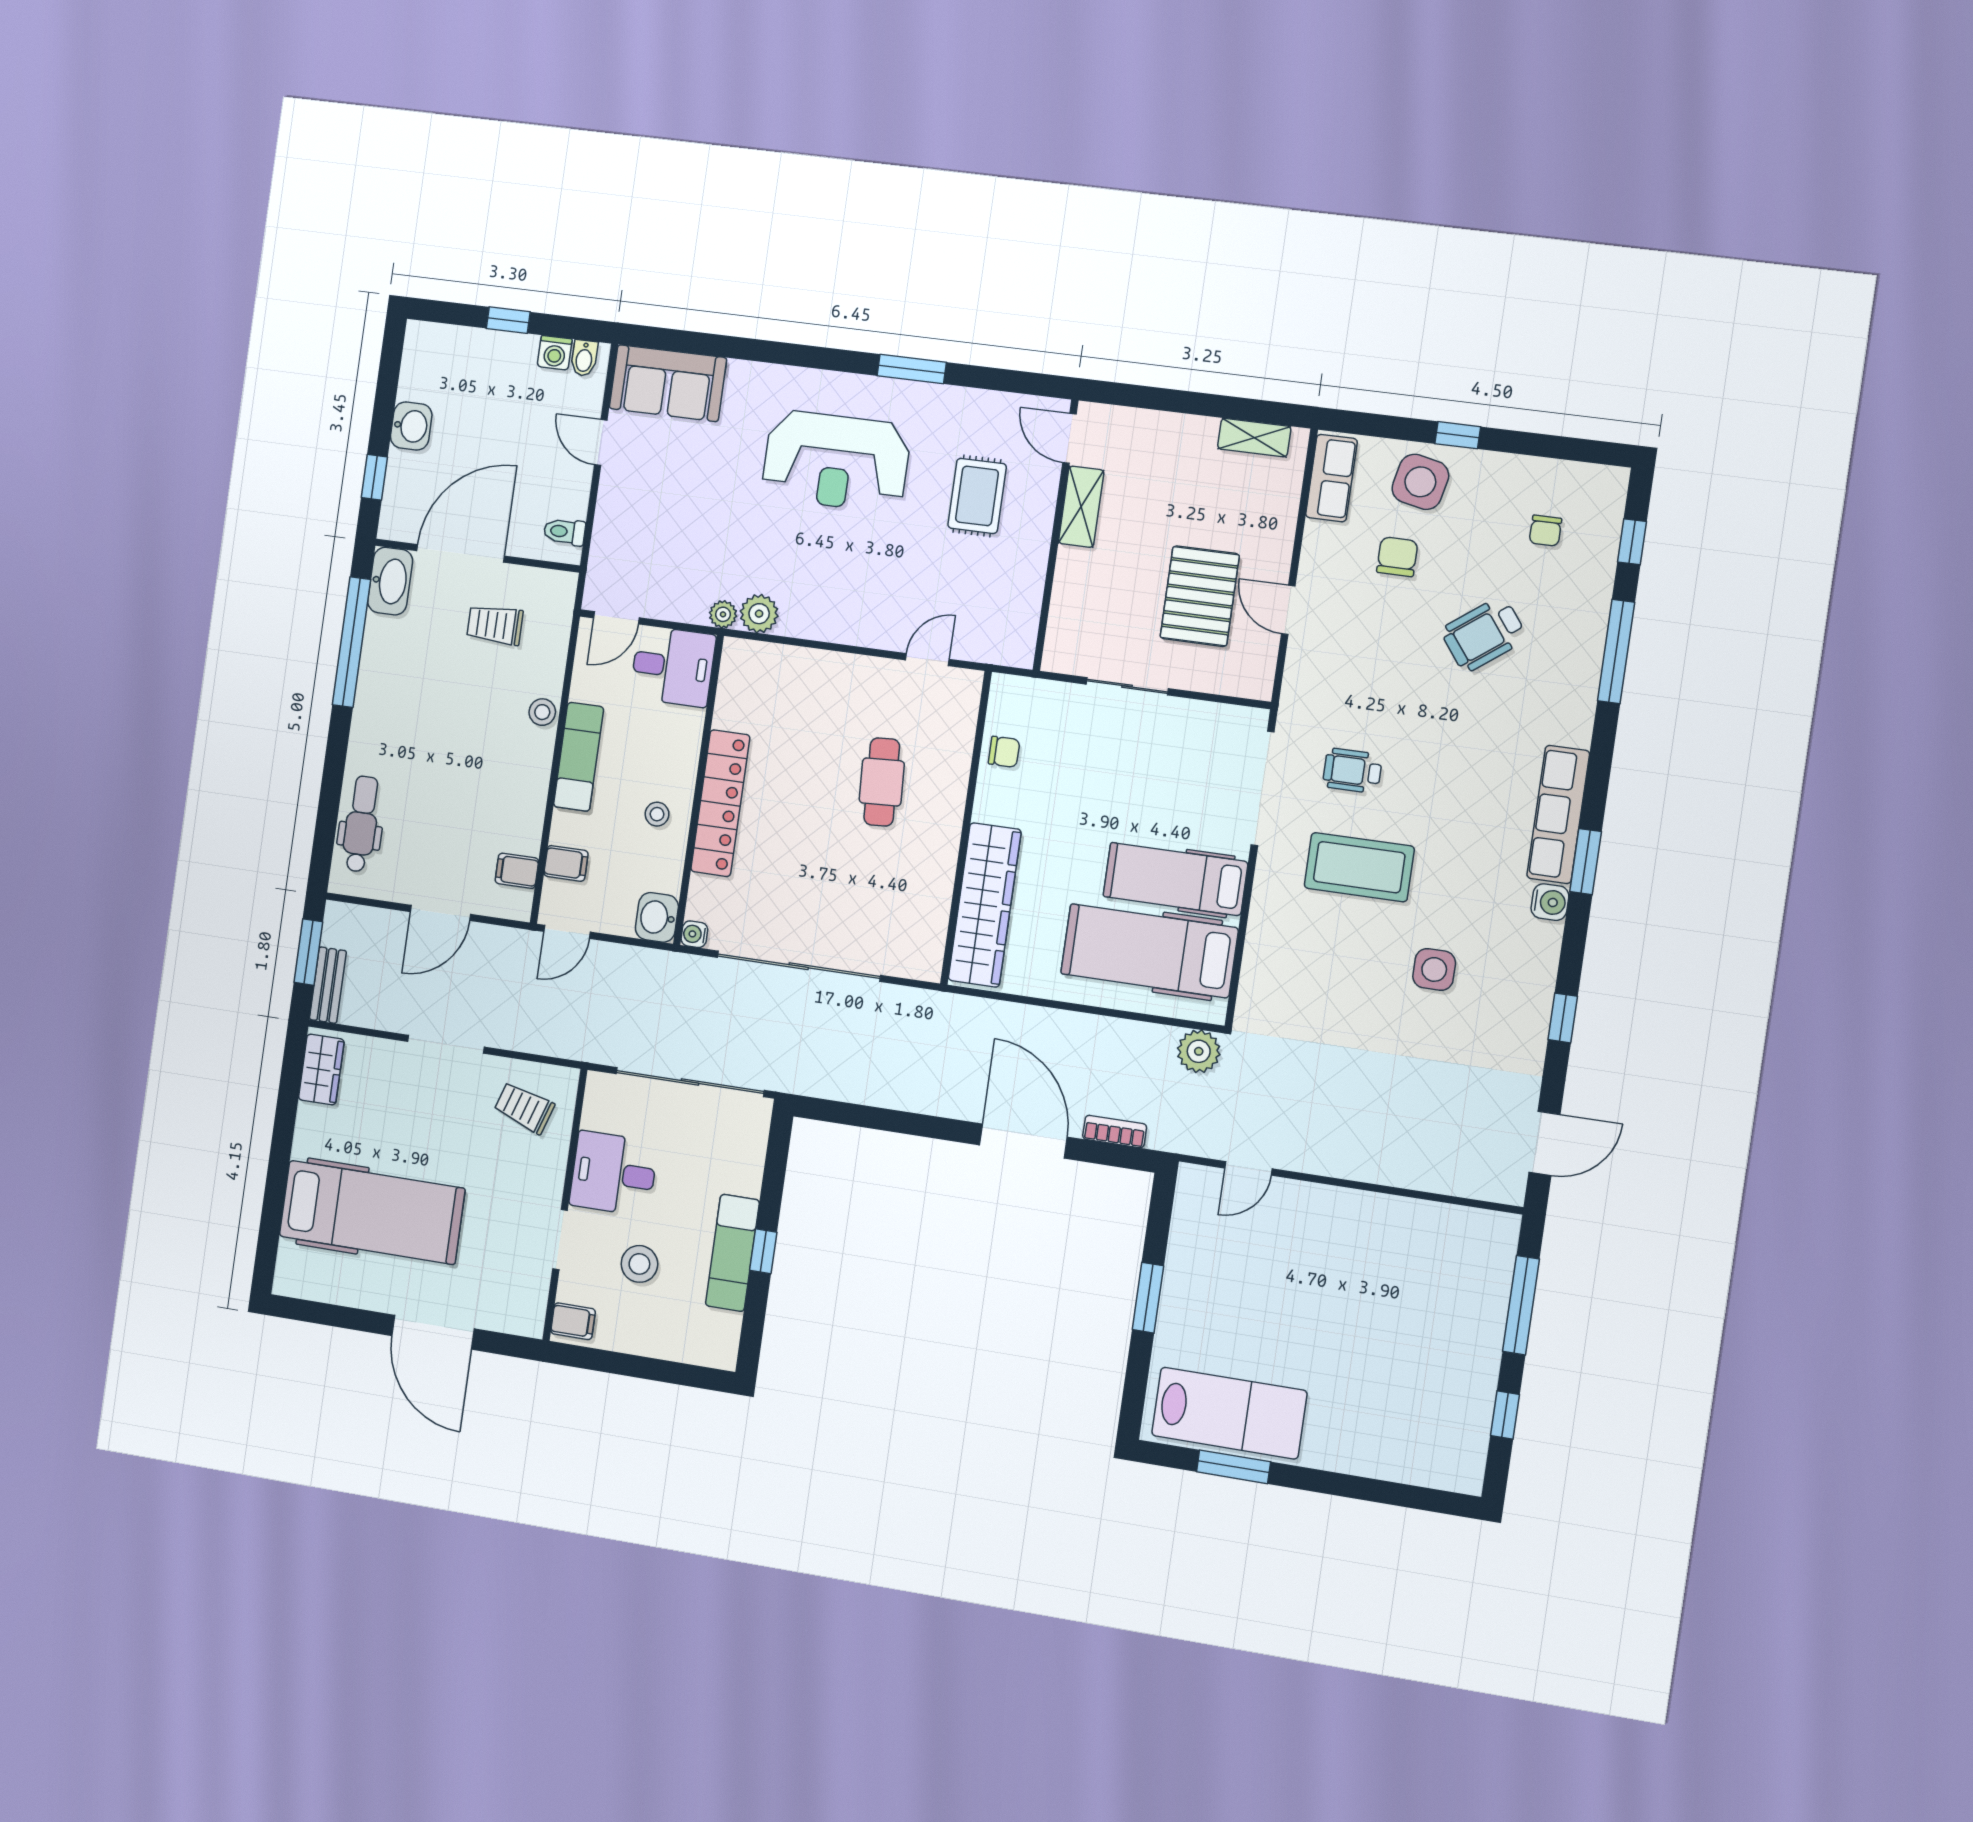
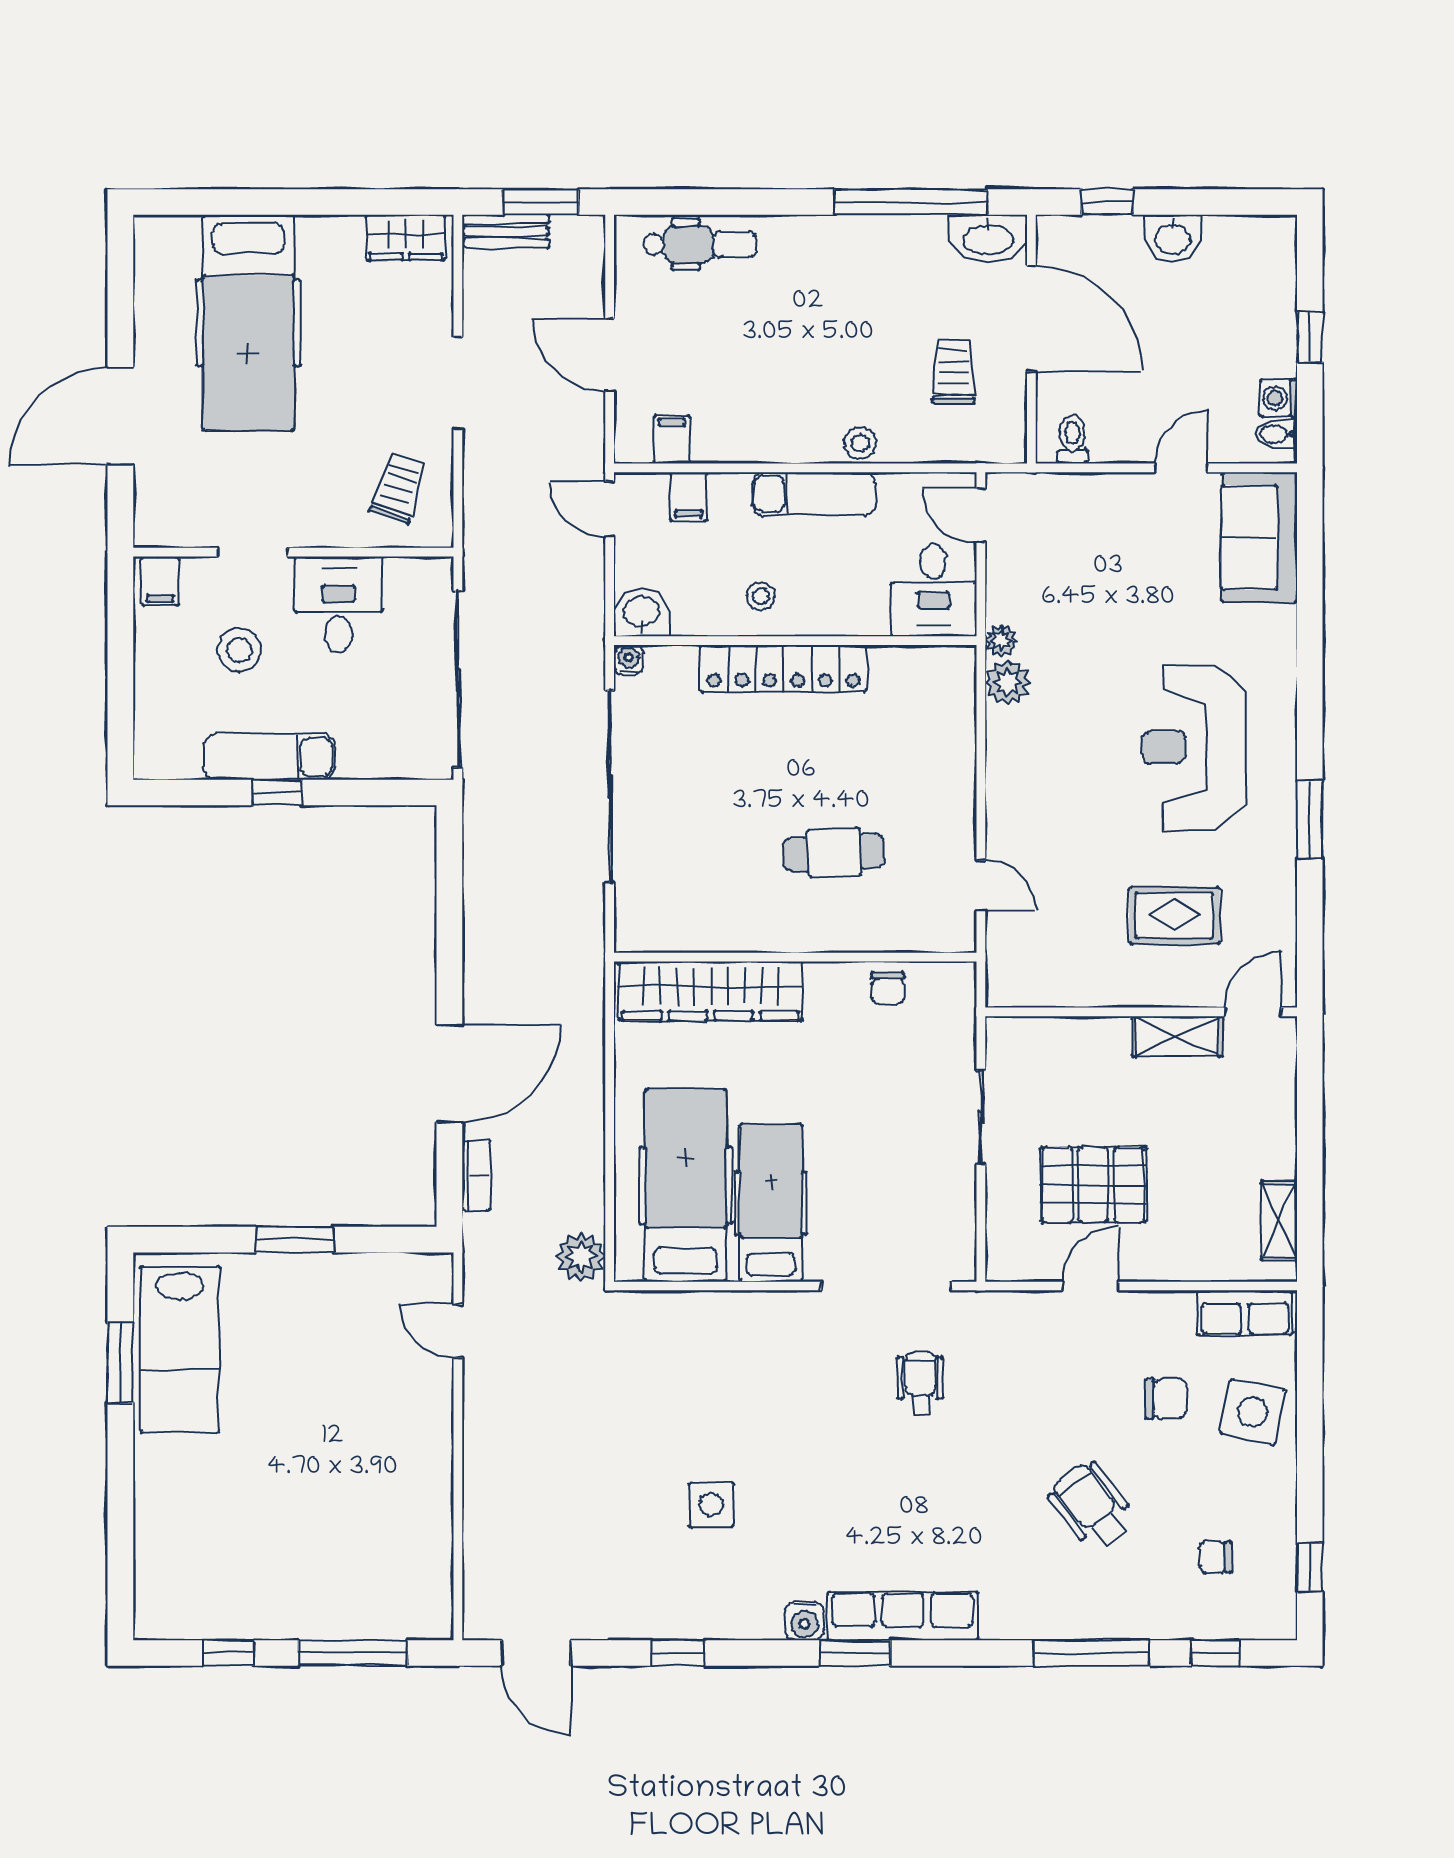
window: (1458, 435) -> (1310, 1568), moved
coffee table: (1359, 867) -> (813, 1406), removed

